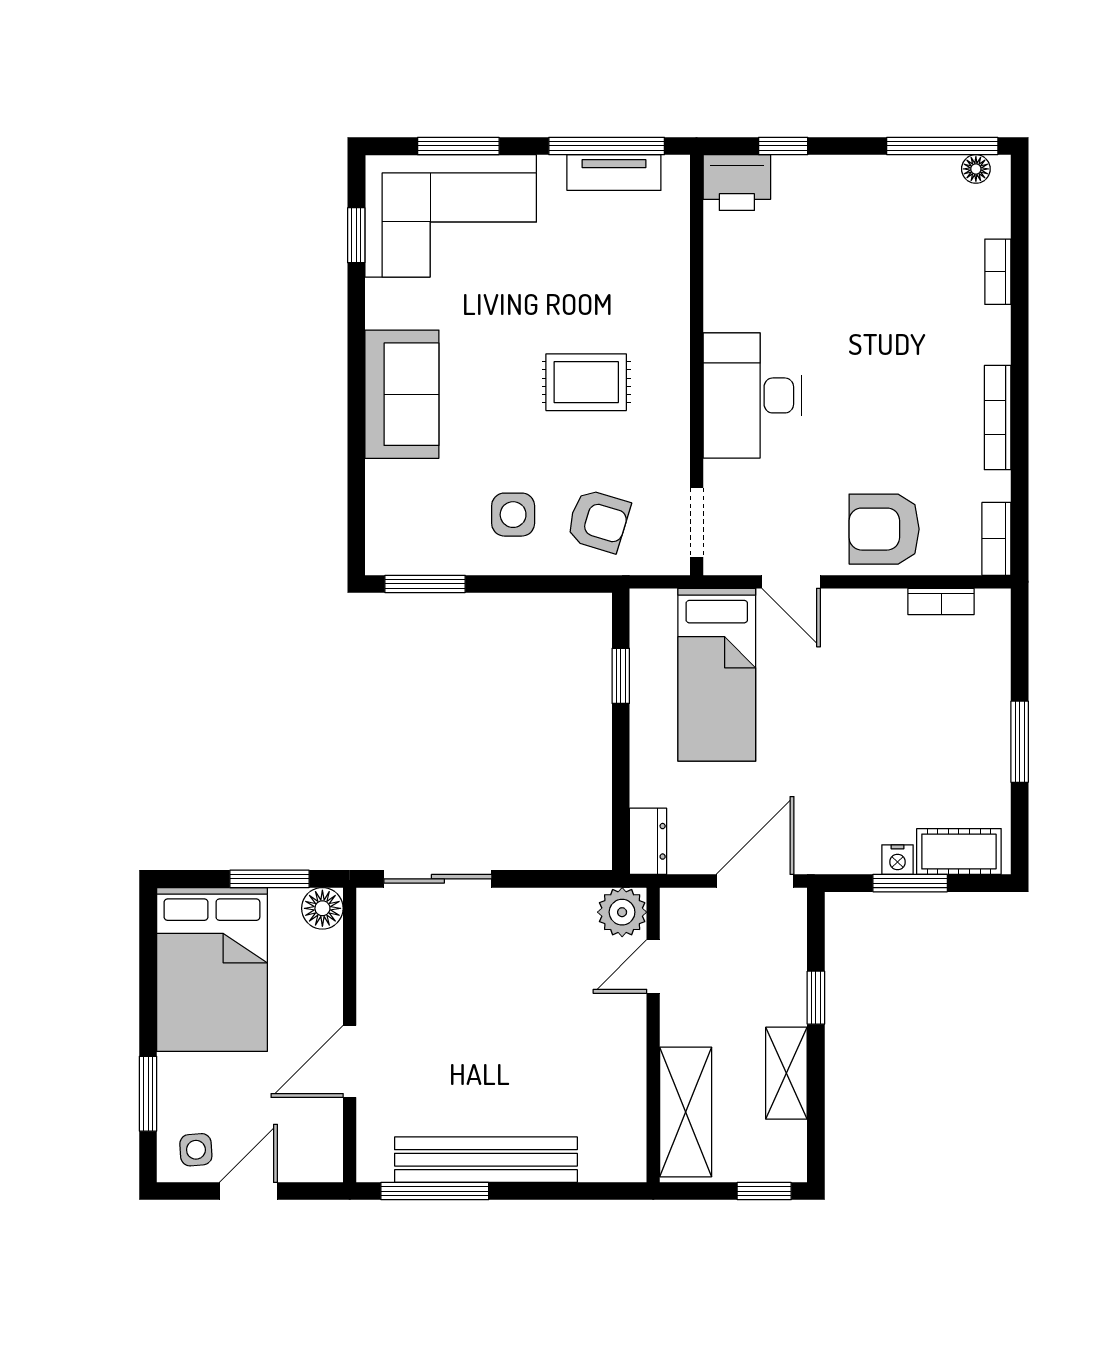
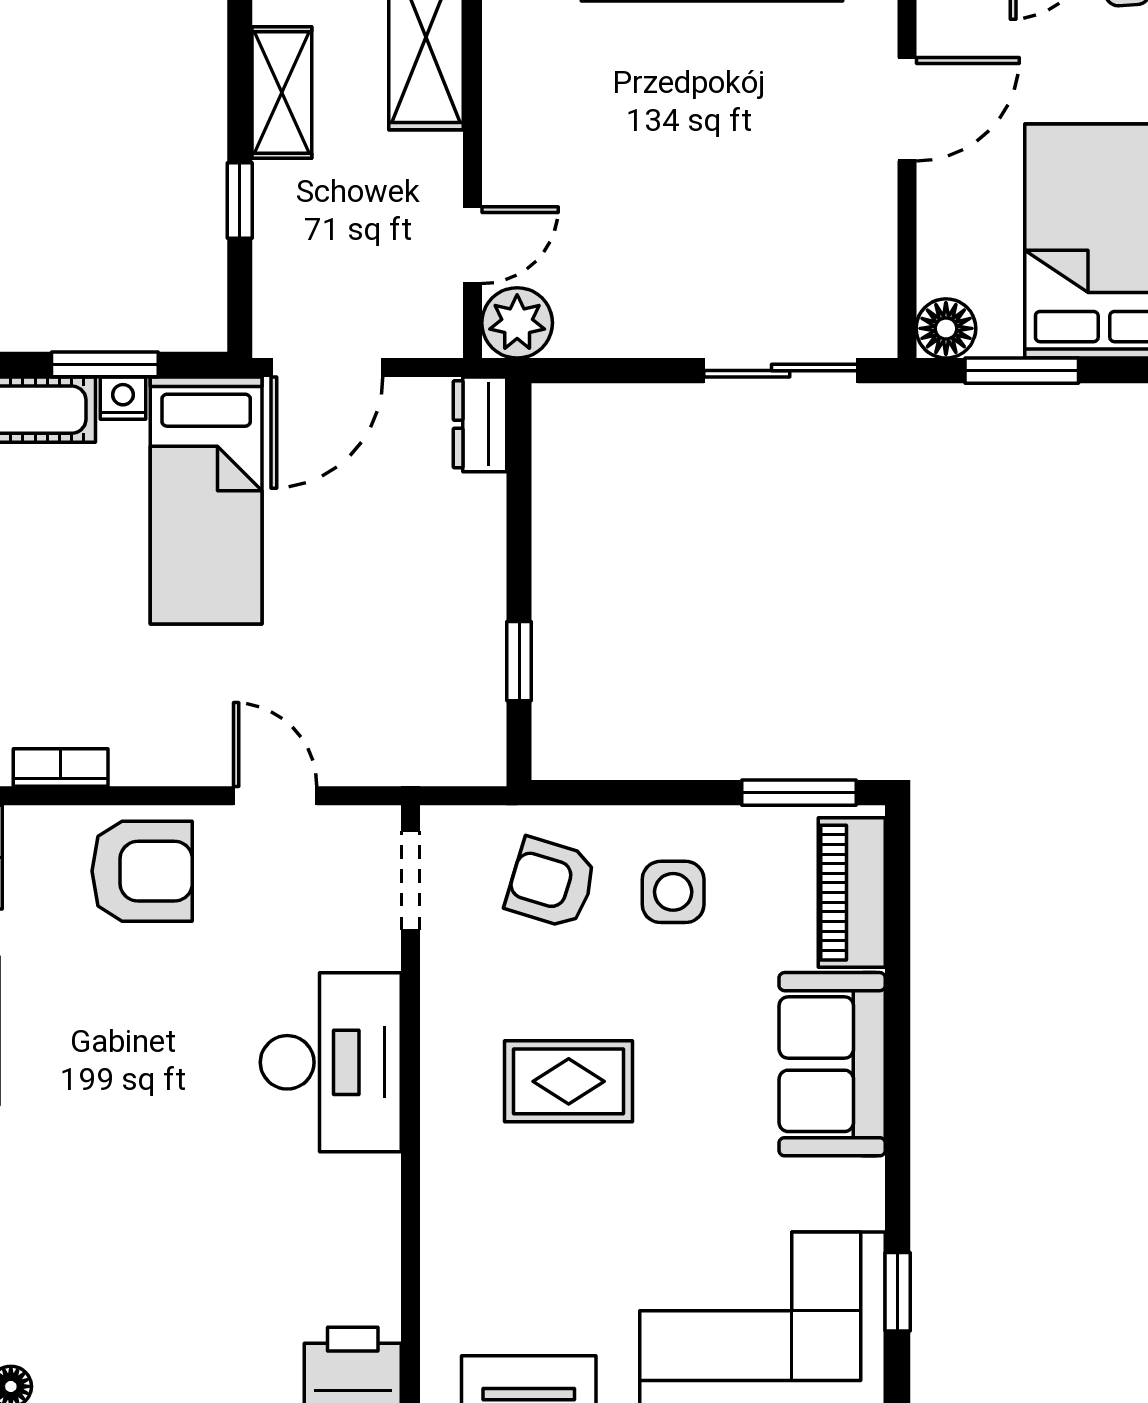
piano: (388, 514) -> (852, 893), added
bed: (717, 675) -> (206, 500), moved, turned 180

